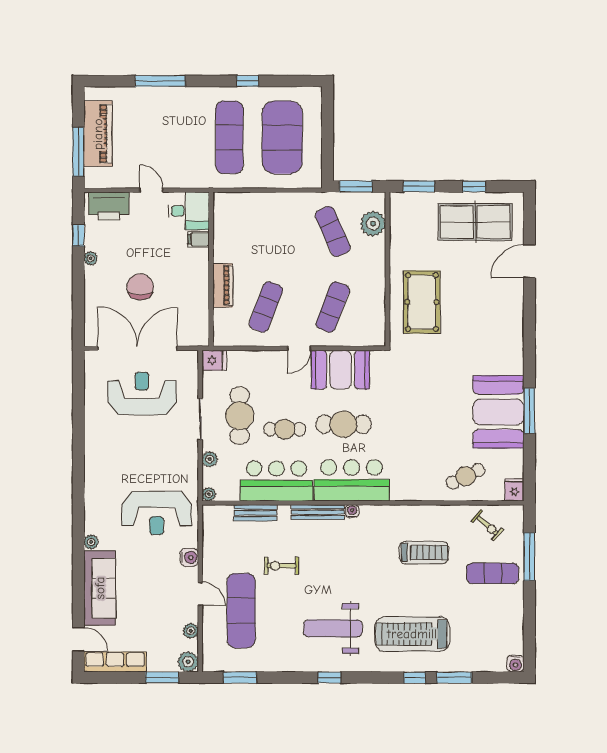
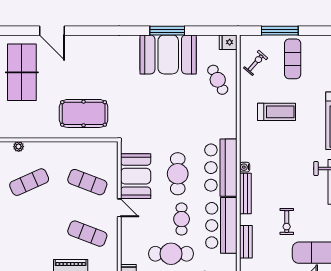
plant: (373, 224) -> (19, 147), width x0.53, depth x0.53
treadmill: (424, 553) -> (277, 112), turned 90

